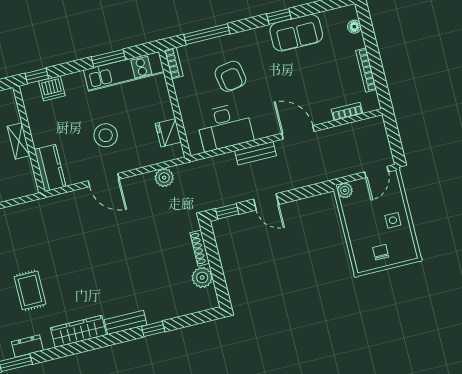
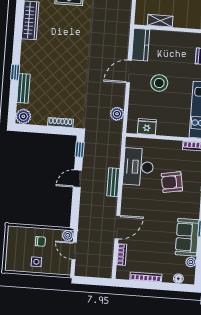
plant: (327, 17) -> (191, 262), added
door: (298, 132) -> (117, 227), moved
shelving: (19, 141) -> (160, 21), moved
kitchen counter: (50, 168) -> (141, 45), moved, turned -90
door: (376, 172) -> (74, 251), moved
chair: (381, 252) -> (40, 241), moved
plant: (202, 277) -> (23, 116), moved
bench: (126, 322) -> (23, 88), moved

